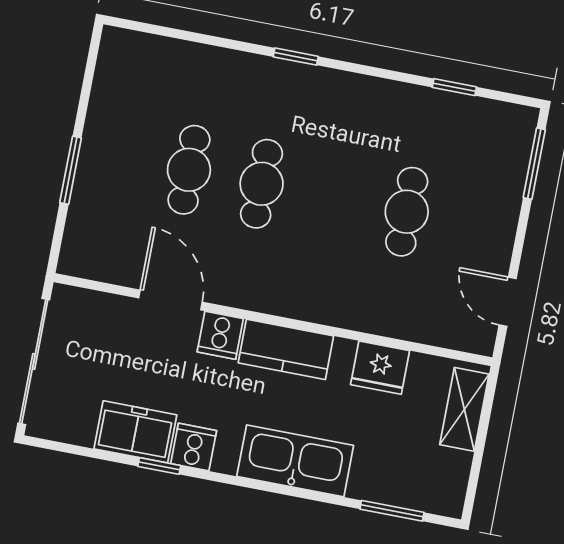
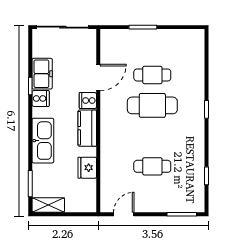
cafe table: (262, 184) -> (152, 105), width x1.37, depth x1.35
shelving: (464, 409) -> (48, 205), moved

